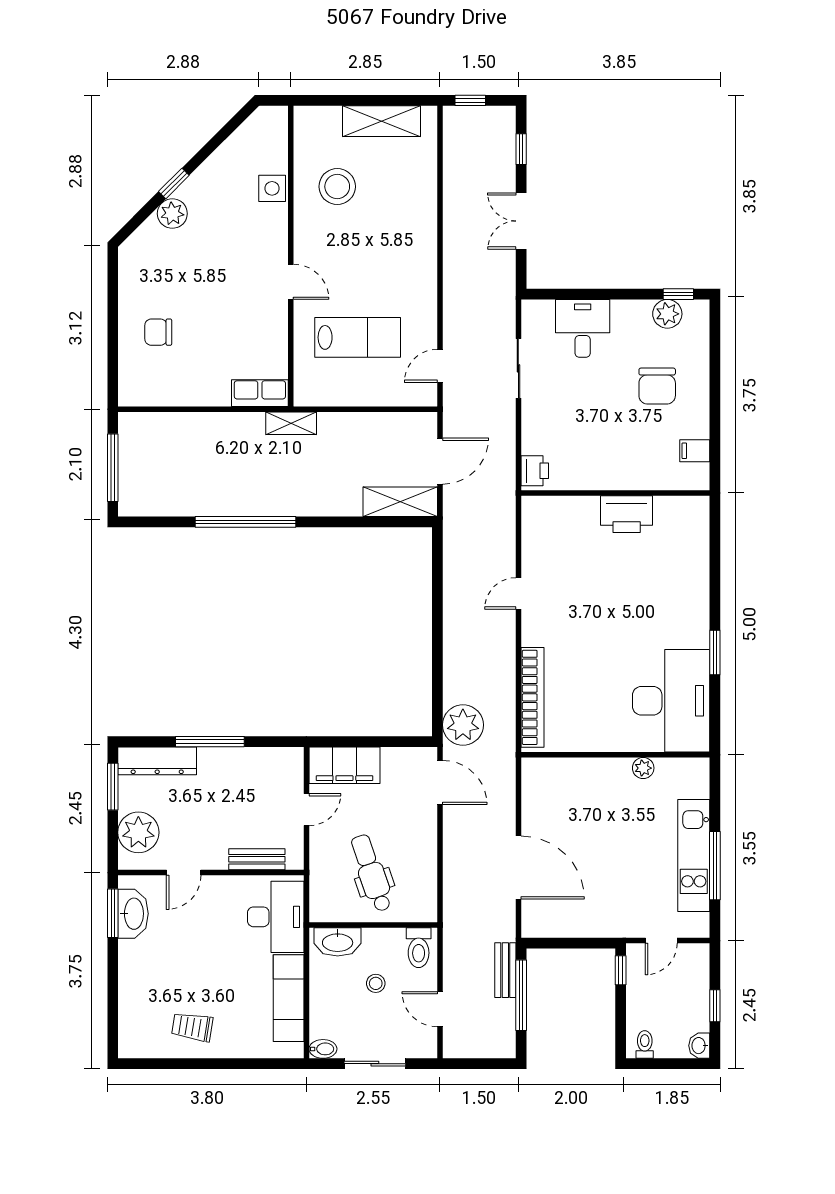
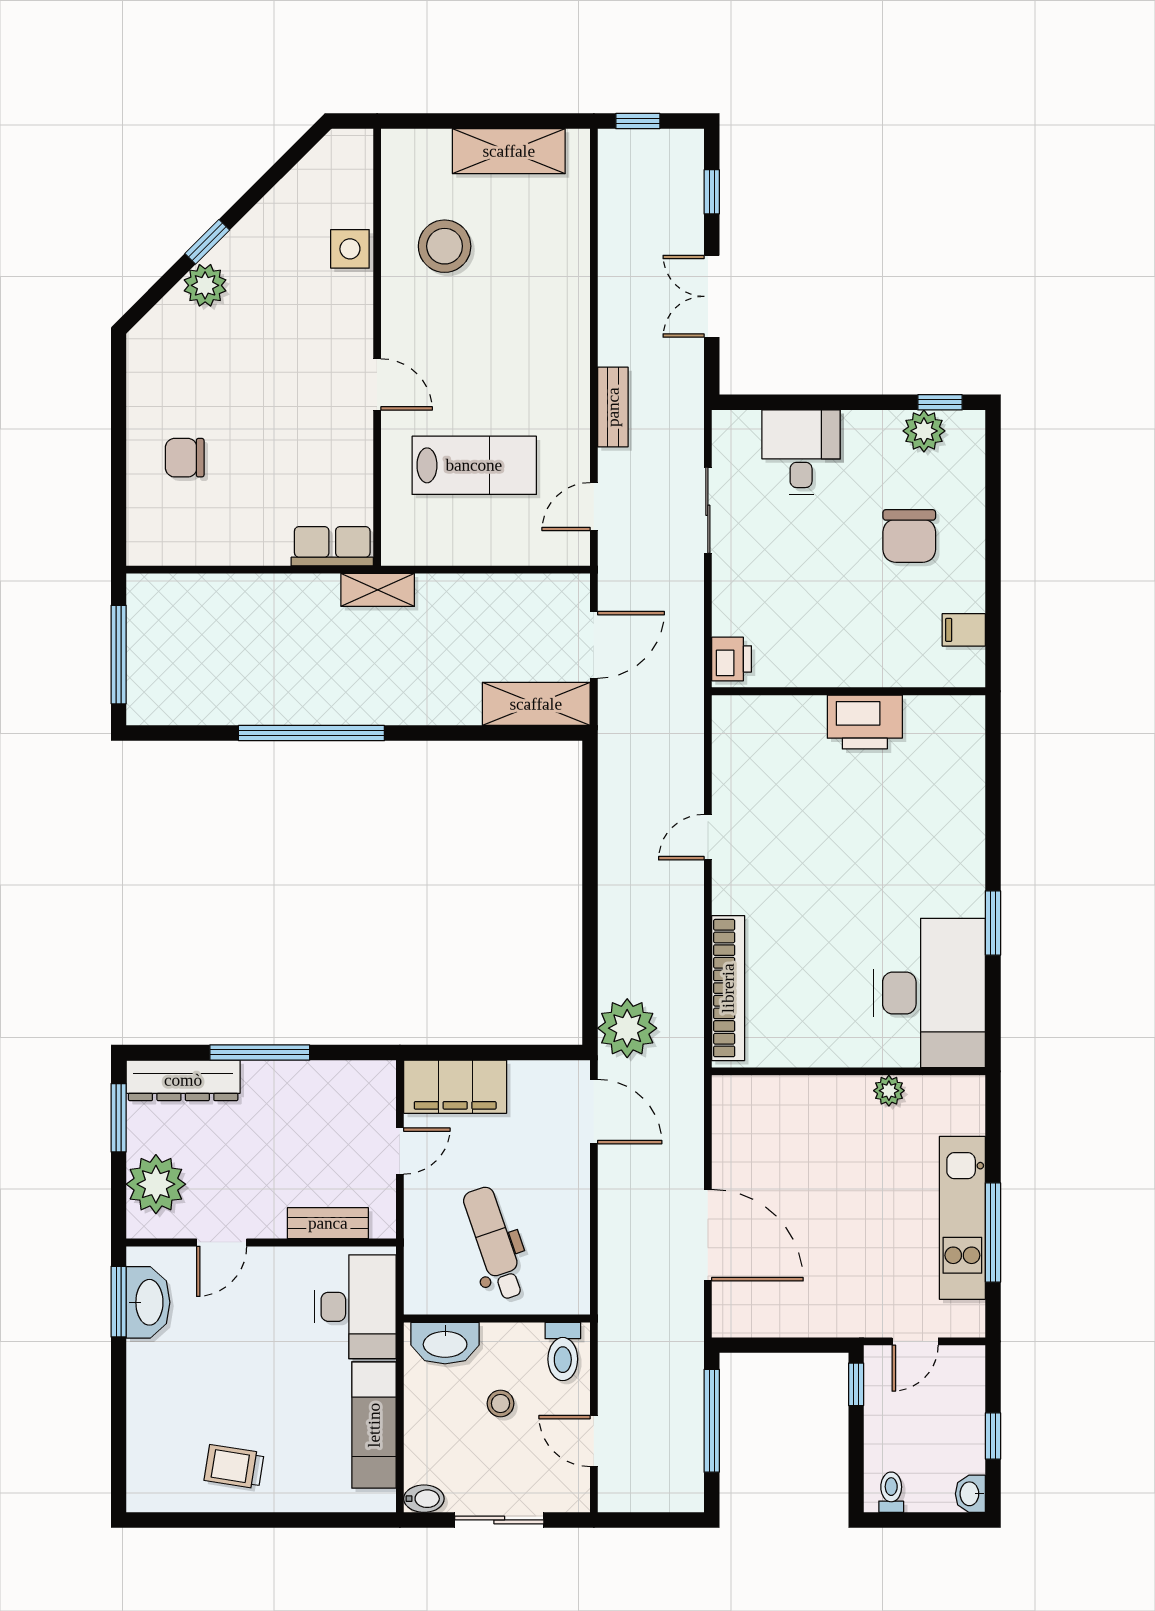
bench: (505, 970) -> (613, 407), moved

